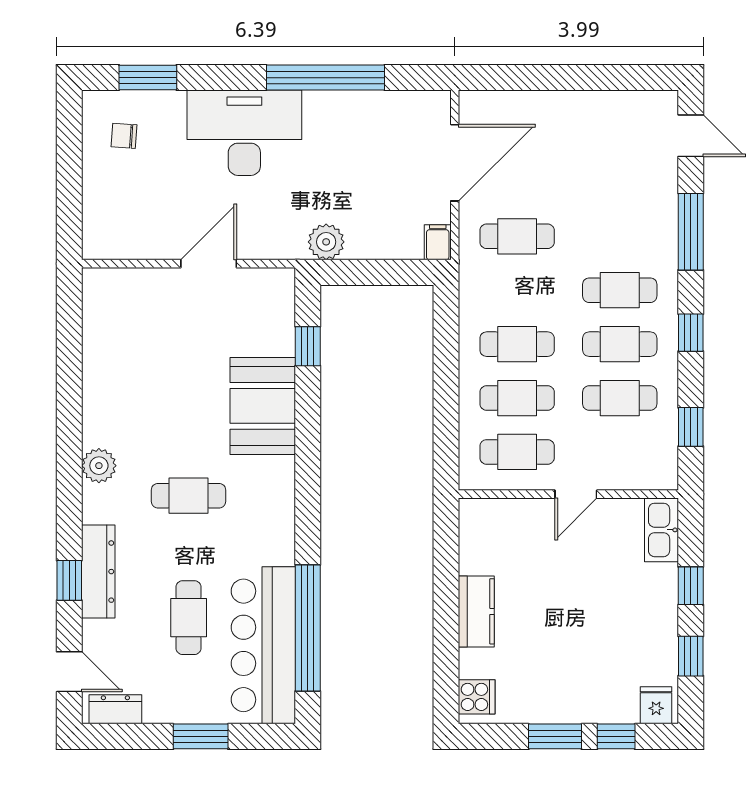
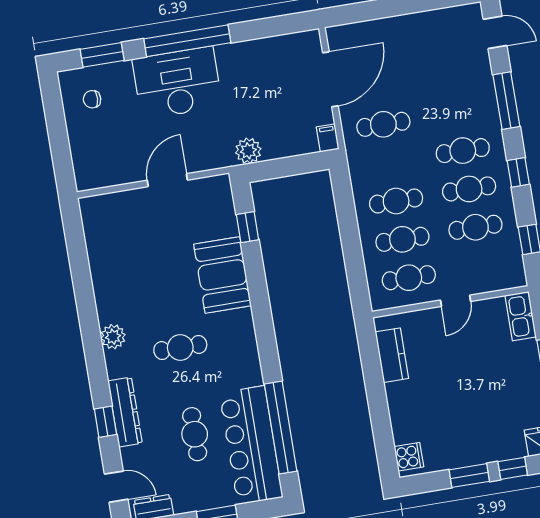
window: (325, 78) -> (187, 41), moved
kitchen counter: (476, 611) -> (392, 355), moved

